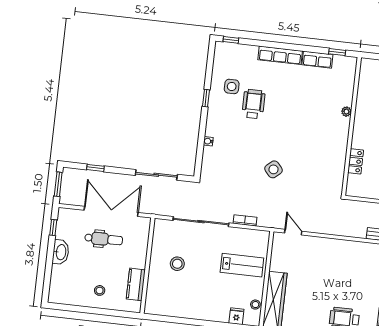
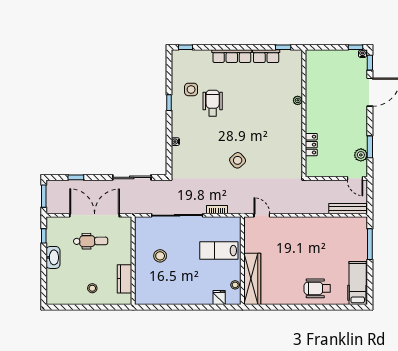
lab bench: (242, 265) -> (219, 251), turned 180

